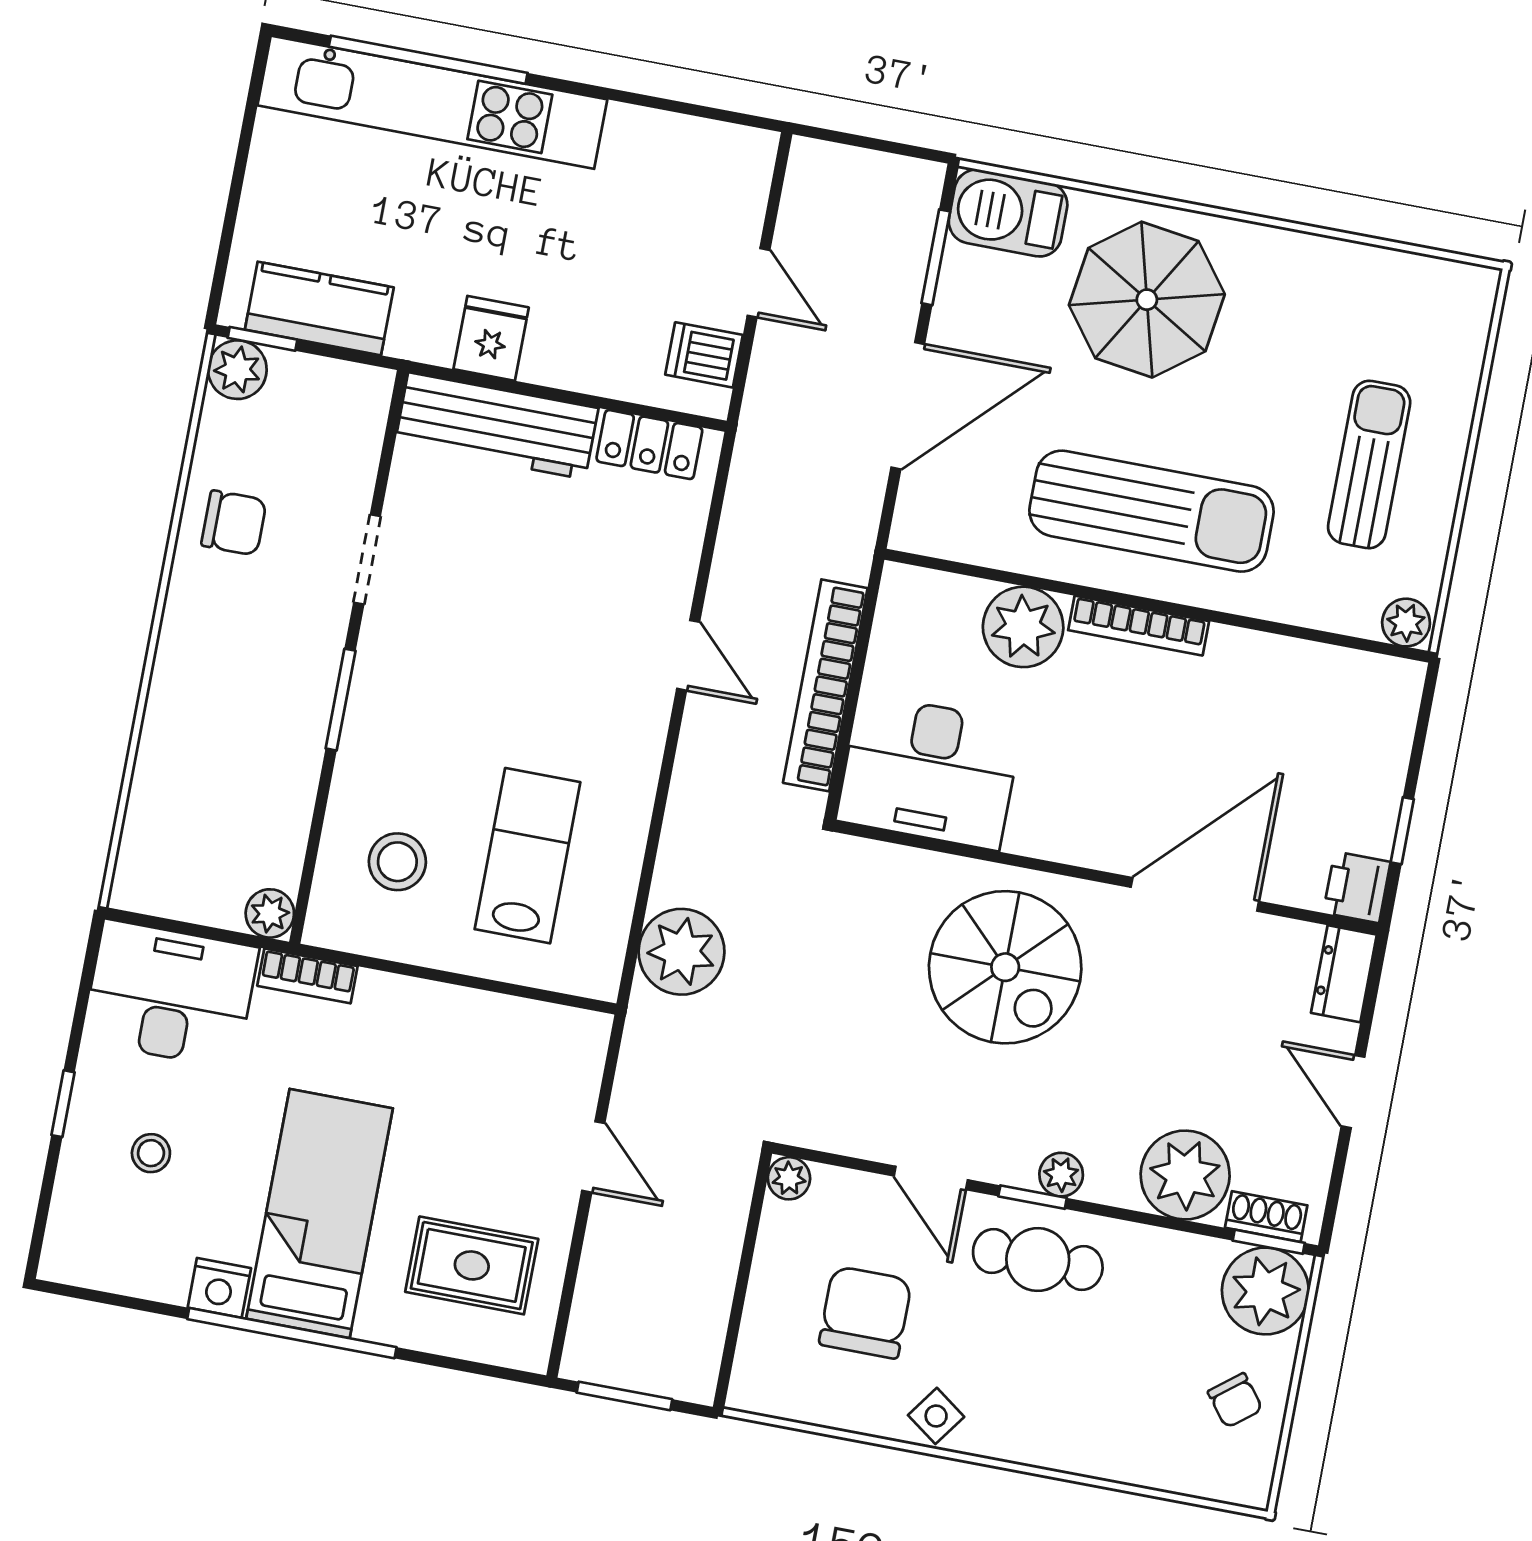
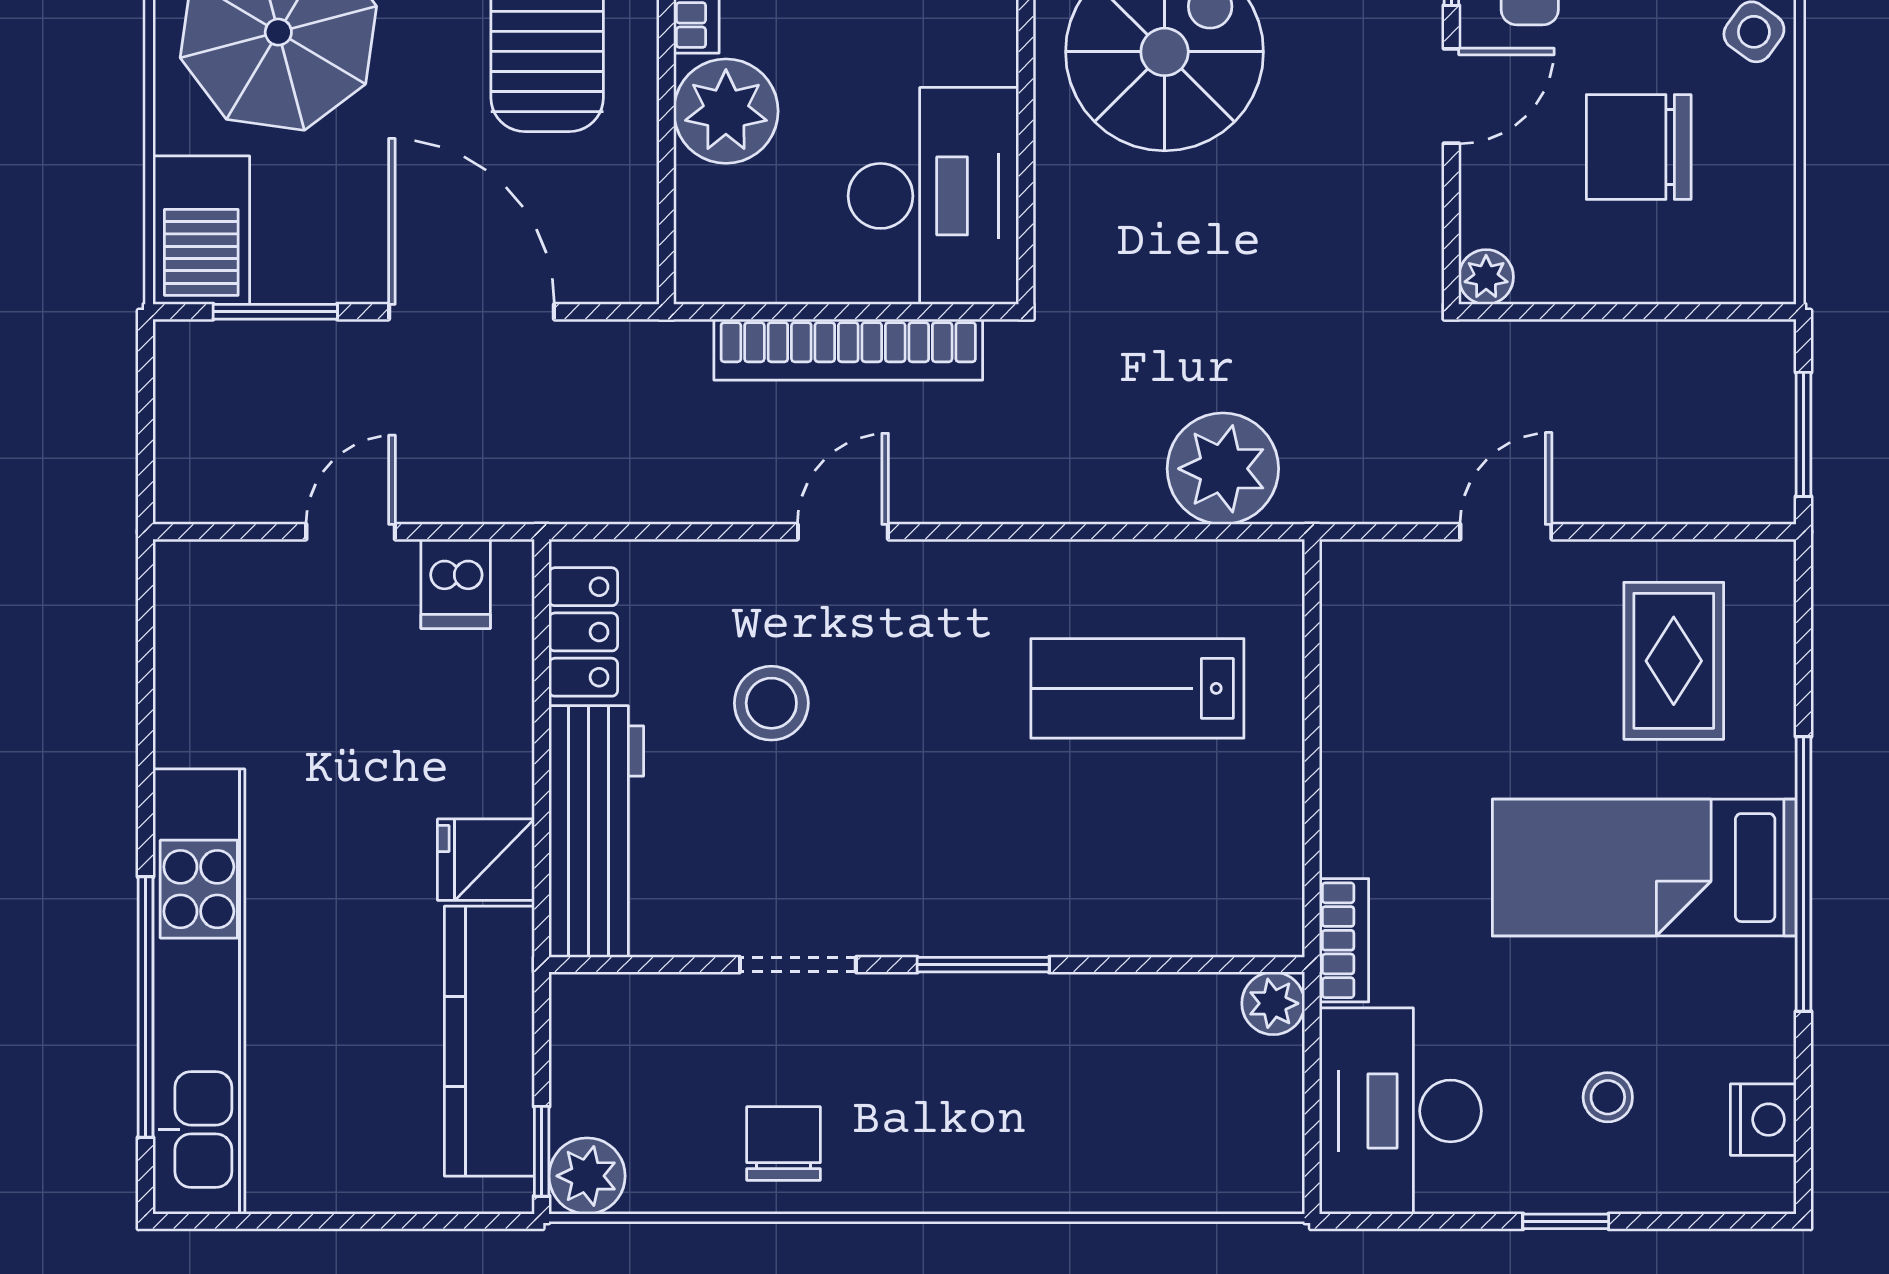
kitchen counter: (319, 309) -> (489, 1041), width x1.50
stool: (397, 862) -> (771, 703), moved
nightstand: (219, 1288) -> (1763, 1120), moved

